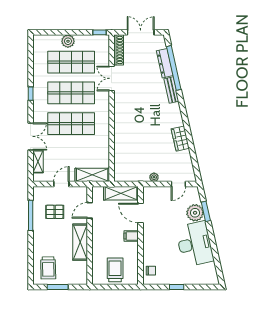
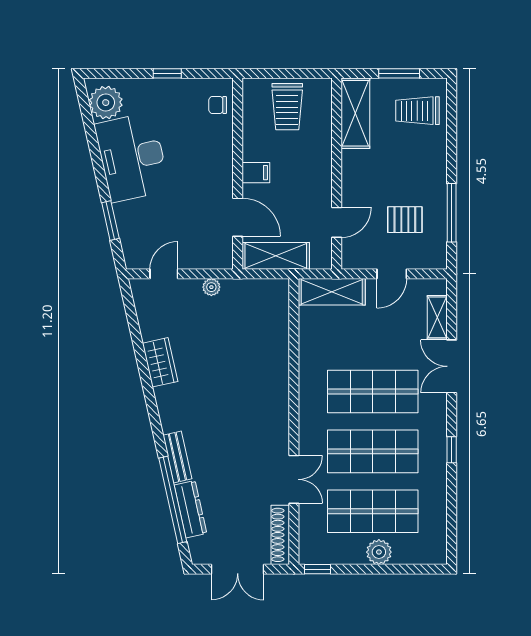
plant: (195, 213) -> (106, 103), moved
shelving: (80, 242) -> (355, 113), moved
trolley: (48, 268) -> (417, 111), turned -89

